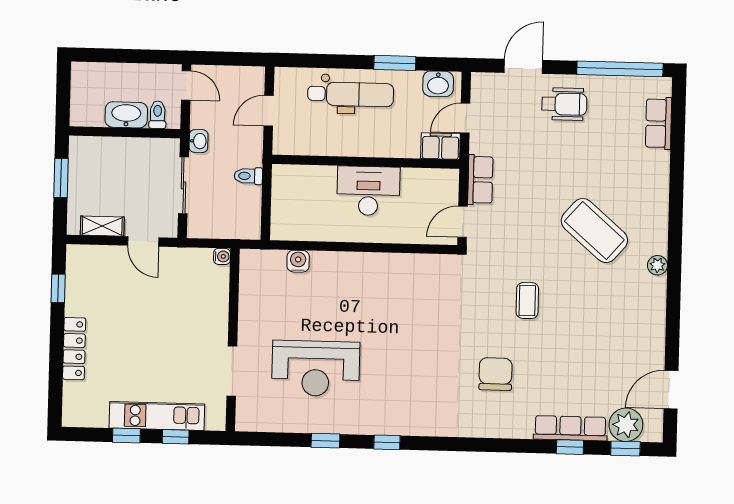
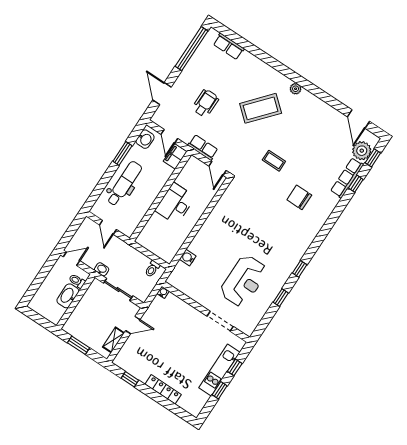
wheelchair: (564, 104) -> (206, 103), moved
toilet: (248, 176) -> (152, 269), moved

